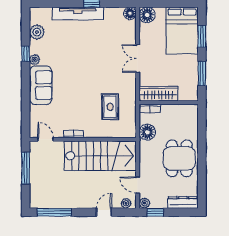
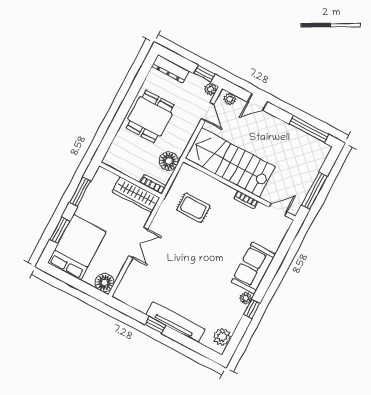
floor lamp: (130, 13) -> (121, 294), removed
plant: (37, 32) -> (222, 337), moved
rug: (110, 107) -> (193, 208), turned 90
door: (46, 139) -> (278, 210), swing flipped

